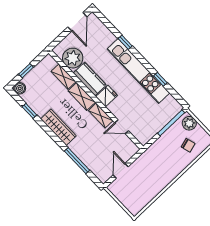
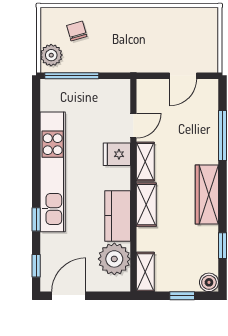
shelving: (63, 77) -> (145, 272), moved
window: (160, 79) -> (36, 266), moved
fridge: (107, 96) -> (117, 154), moved
door: (122, 127) -> (133, 126), hinge flipped

